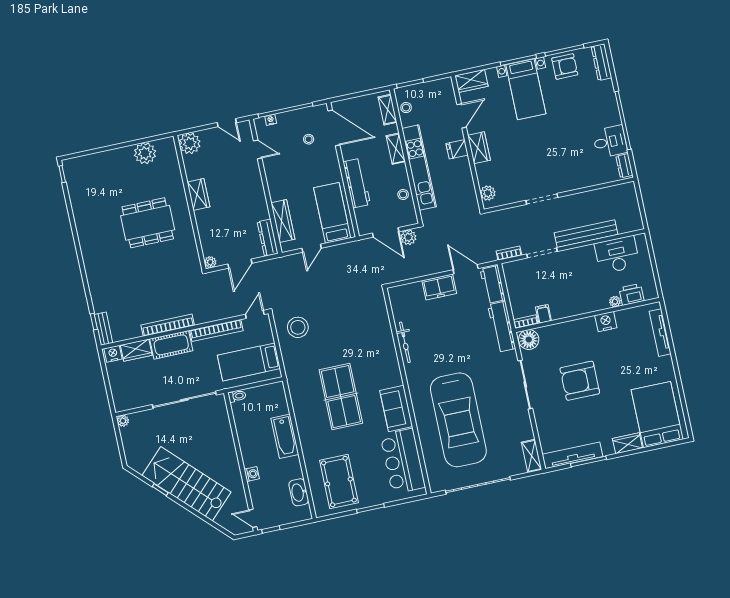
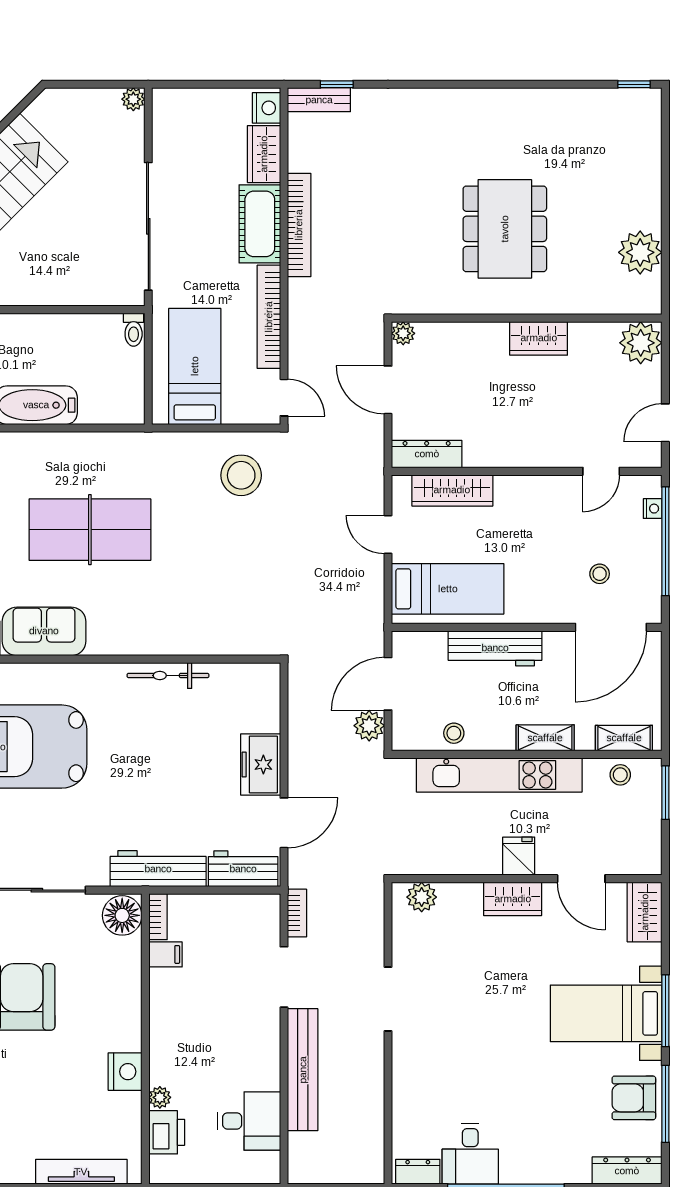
armchair: (565, 66) -> (634, 1098), turned 90
desk: (617, 255) -> (249, 1121), width x0.73

